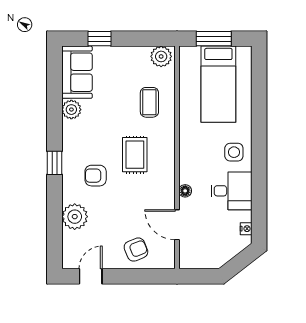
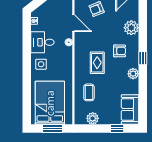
plant: (161, 56) -> (93, 118), moved
bed: (218, 84) -> (50, 103), width x1.50
plant: (71, 110) -> (133, 74), moved

